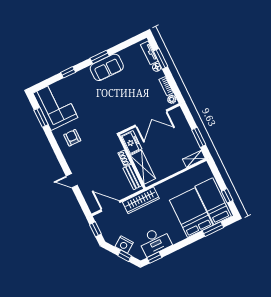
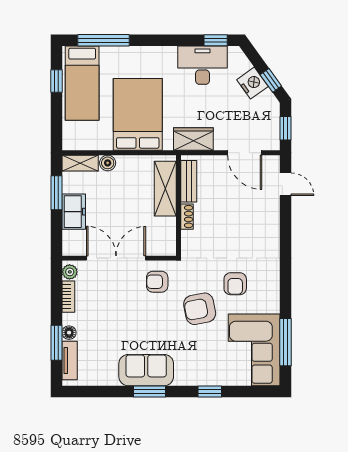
armchair: (94, 113) -> (200, 309), added
armchair: (123, 116) -> (157, 282), added
window: (41, 117) -> (285, 342), width x1.44
armchair: (72, 138) -> (235, 284), moved
freezer: (131, 143) -> (74, 212), moved, turned 180
boiler: (180, 166) -> (108, 163), added
door: (72, 181) -> (285, 184), moved
wardrobe: (141, 200) -> (193, 139), width x0.67
bed: (191, 213) -> (138, 114), moved, turned 180
window: (213, 229) -> (103, 40), width x1.44
window: (125, 256) -> (271, 80), moved

